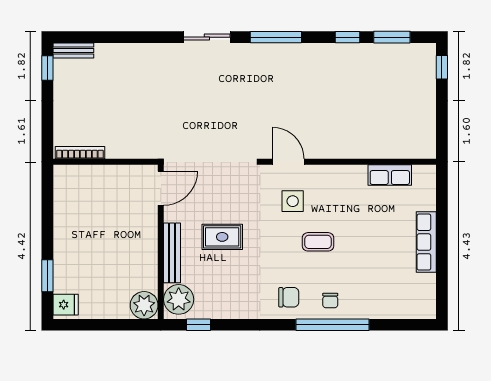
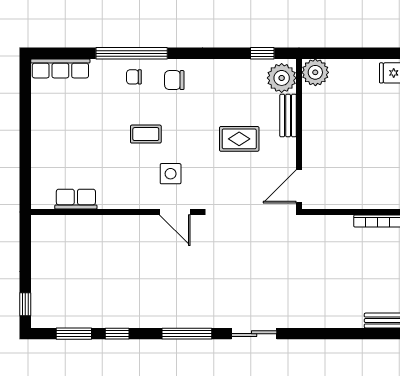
row of seats: (426, 242) -> (60, 68), moved, turned 90
bench: (172, 253) -> (288, 116), width x0.73
chair: (330, 301) -> (134, 77), turned -90

